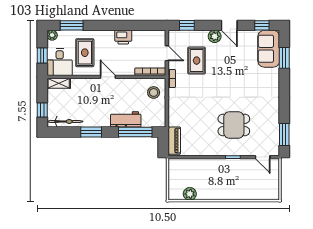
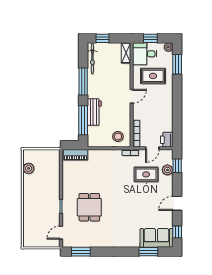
plant: (215, 36) -> (167, 170), moved
printer: (123, 37) -> (167, 140), moved
window: (91, 132) -> (83, 82), width x1.44

